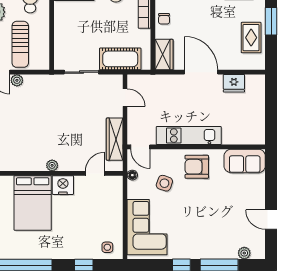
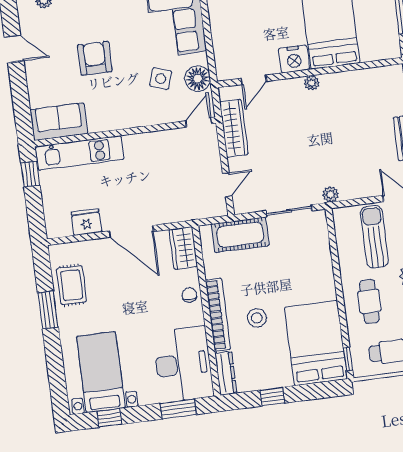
plant: (17, 80) -> (330, 194), moved
door: (125, 98) -> (227, 185), swing flipped
window: (271, 125) -> (30, 174), added
kitchen unit: (189, 136) -> (80, 153), moved
door: (140, 147) -> (199, 122), hinge flipped
armchair: (197, 167) -> (95, 58), moved, turned -90
floor lamp: (132, 175) -> (198, 79), width x1.89, depth x1.89

